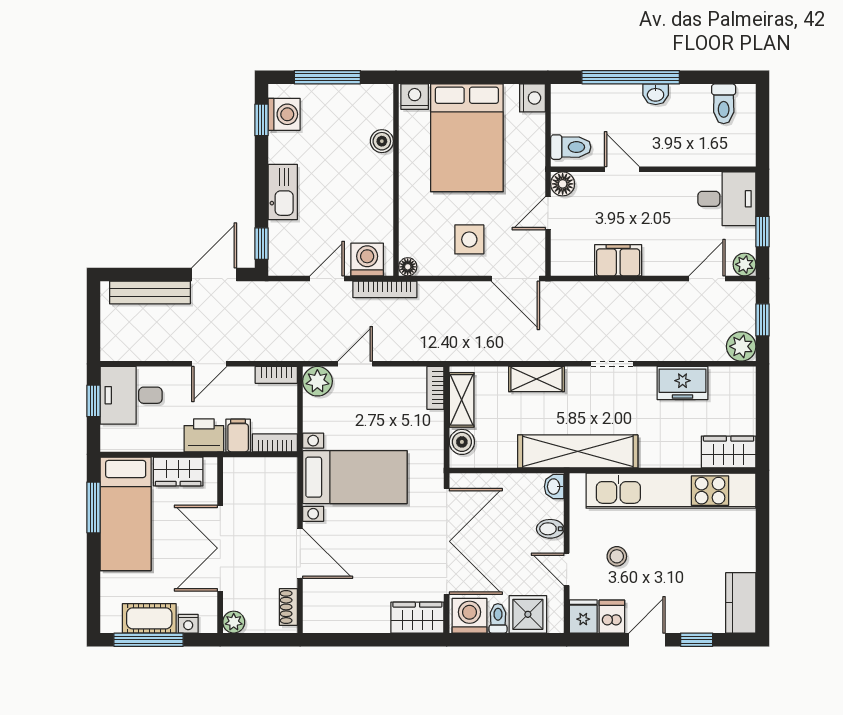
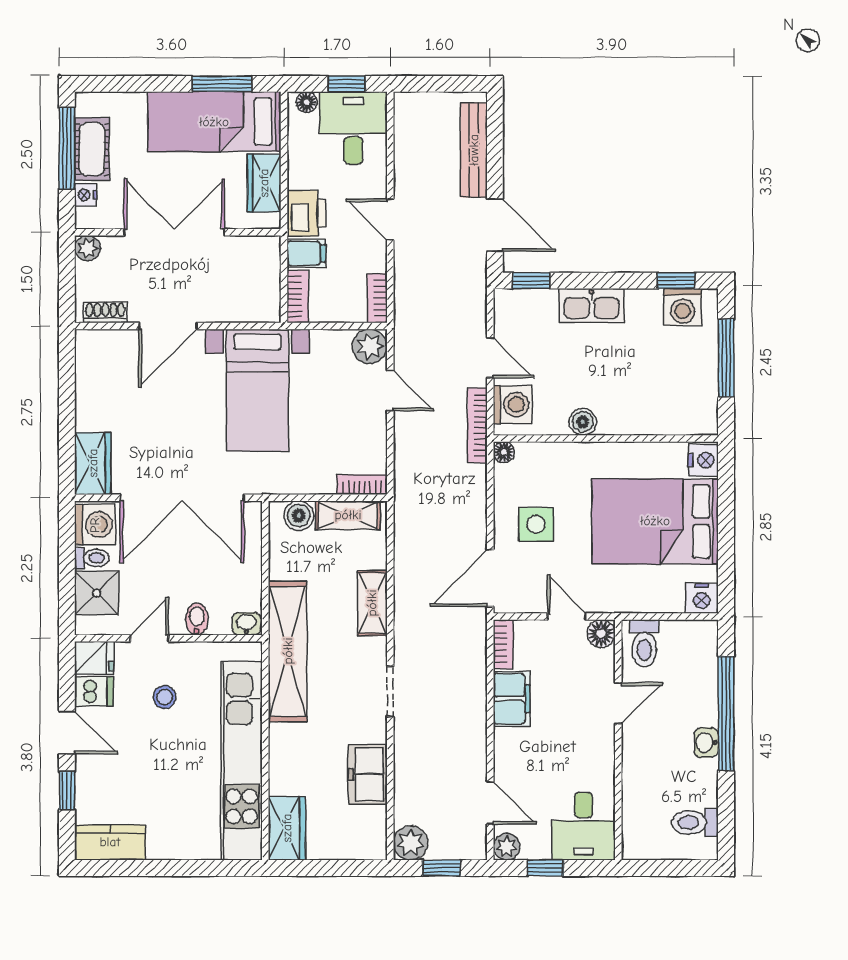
boiler: (382, 141) -> (583, 422), moved
bookcase: (572, 267) -> (503, 644), added
floor lamp: (109, 435) -> (307, 102), added

